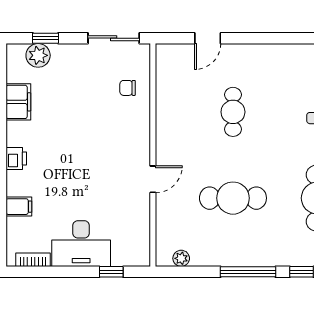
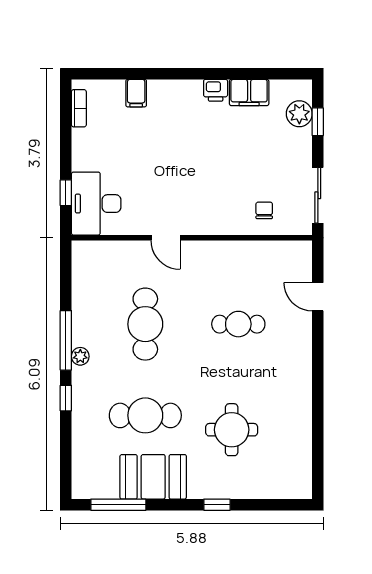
printer: (16, 159) -> (216, 90), moved
desk: (81, 244) -> (96, 204), moved
plant: (181, 258) -> (80, 356), moved

